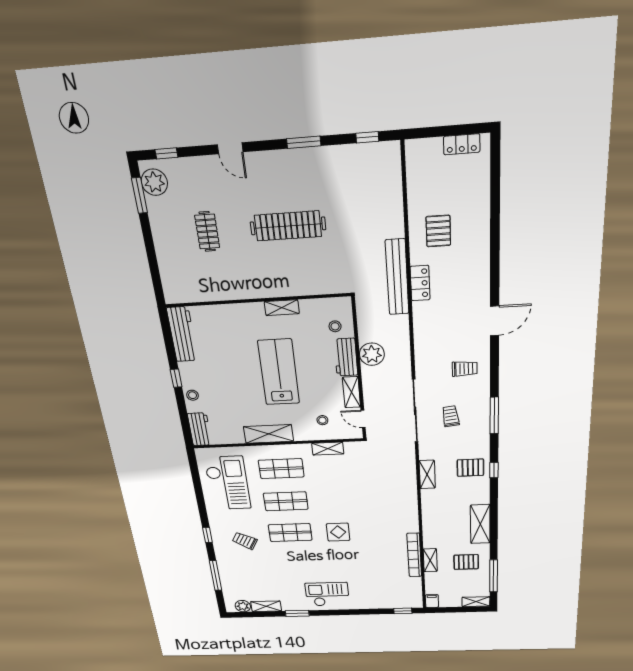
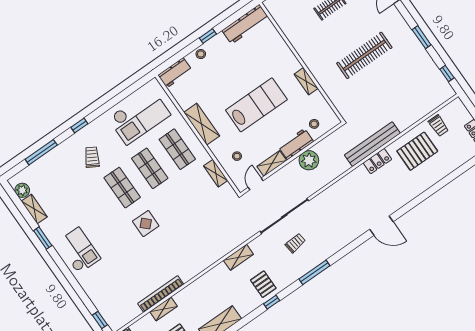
clothes rail: (288, 226) -> (364, 55), turned 90
pallet: (438, 231) -> (417, 151), width x1.50, depth x1.42
trolley: (465, 369) -> (438, 126), moved

